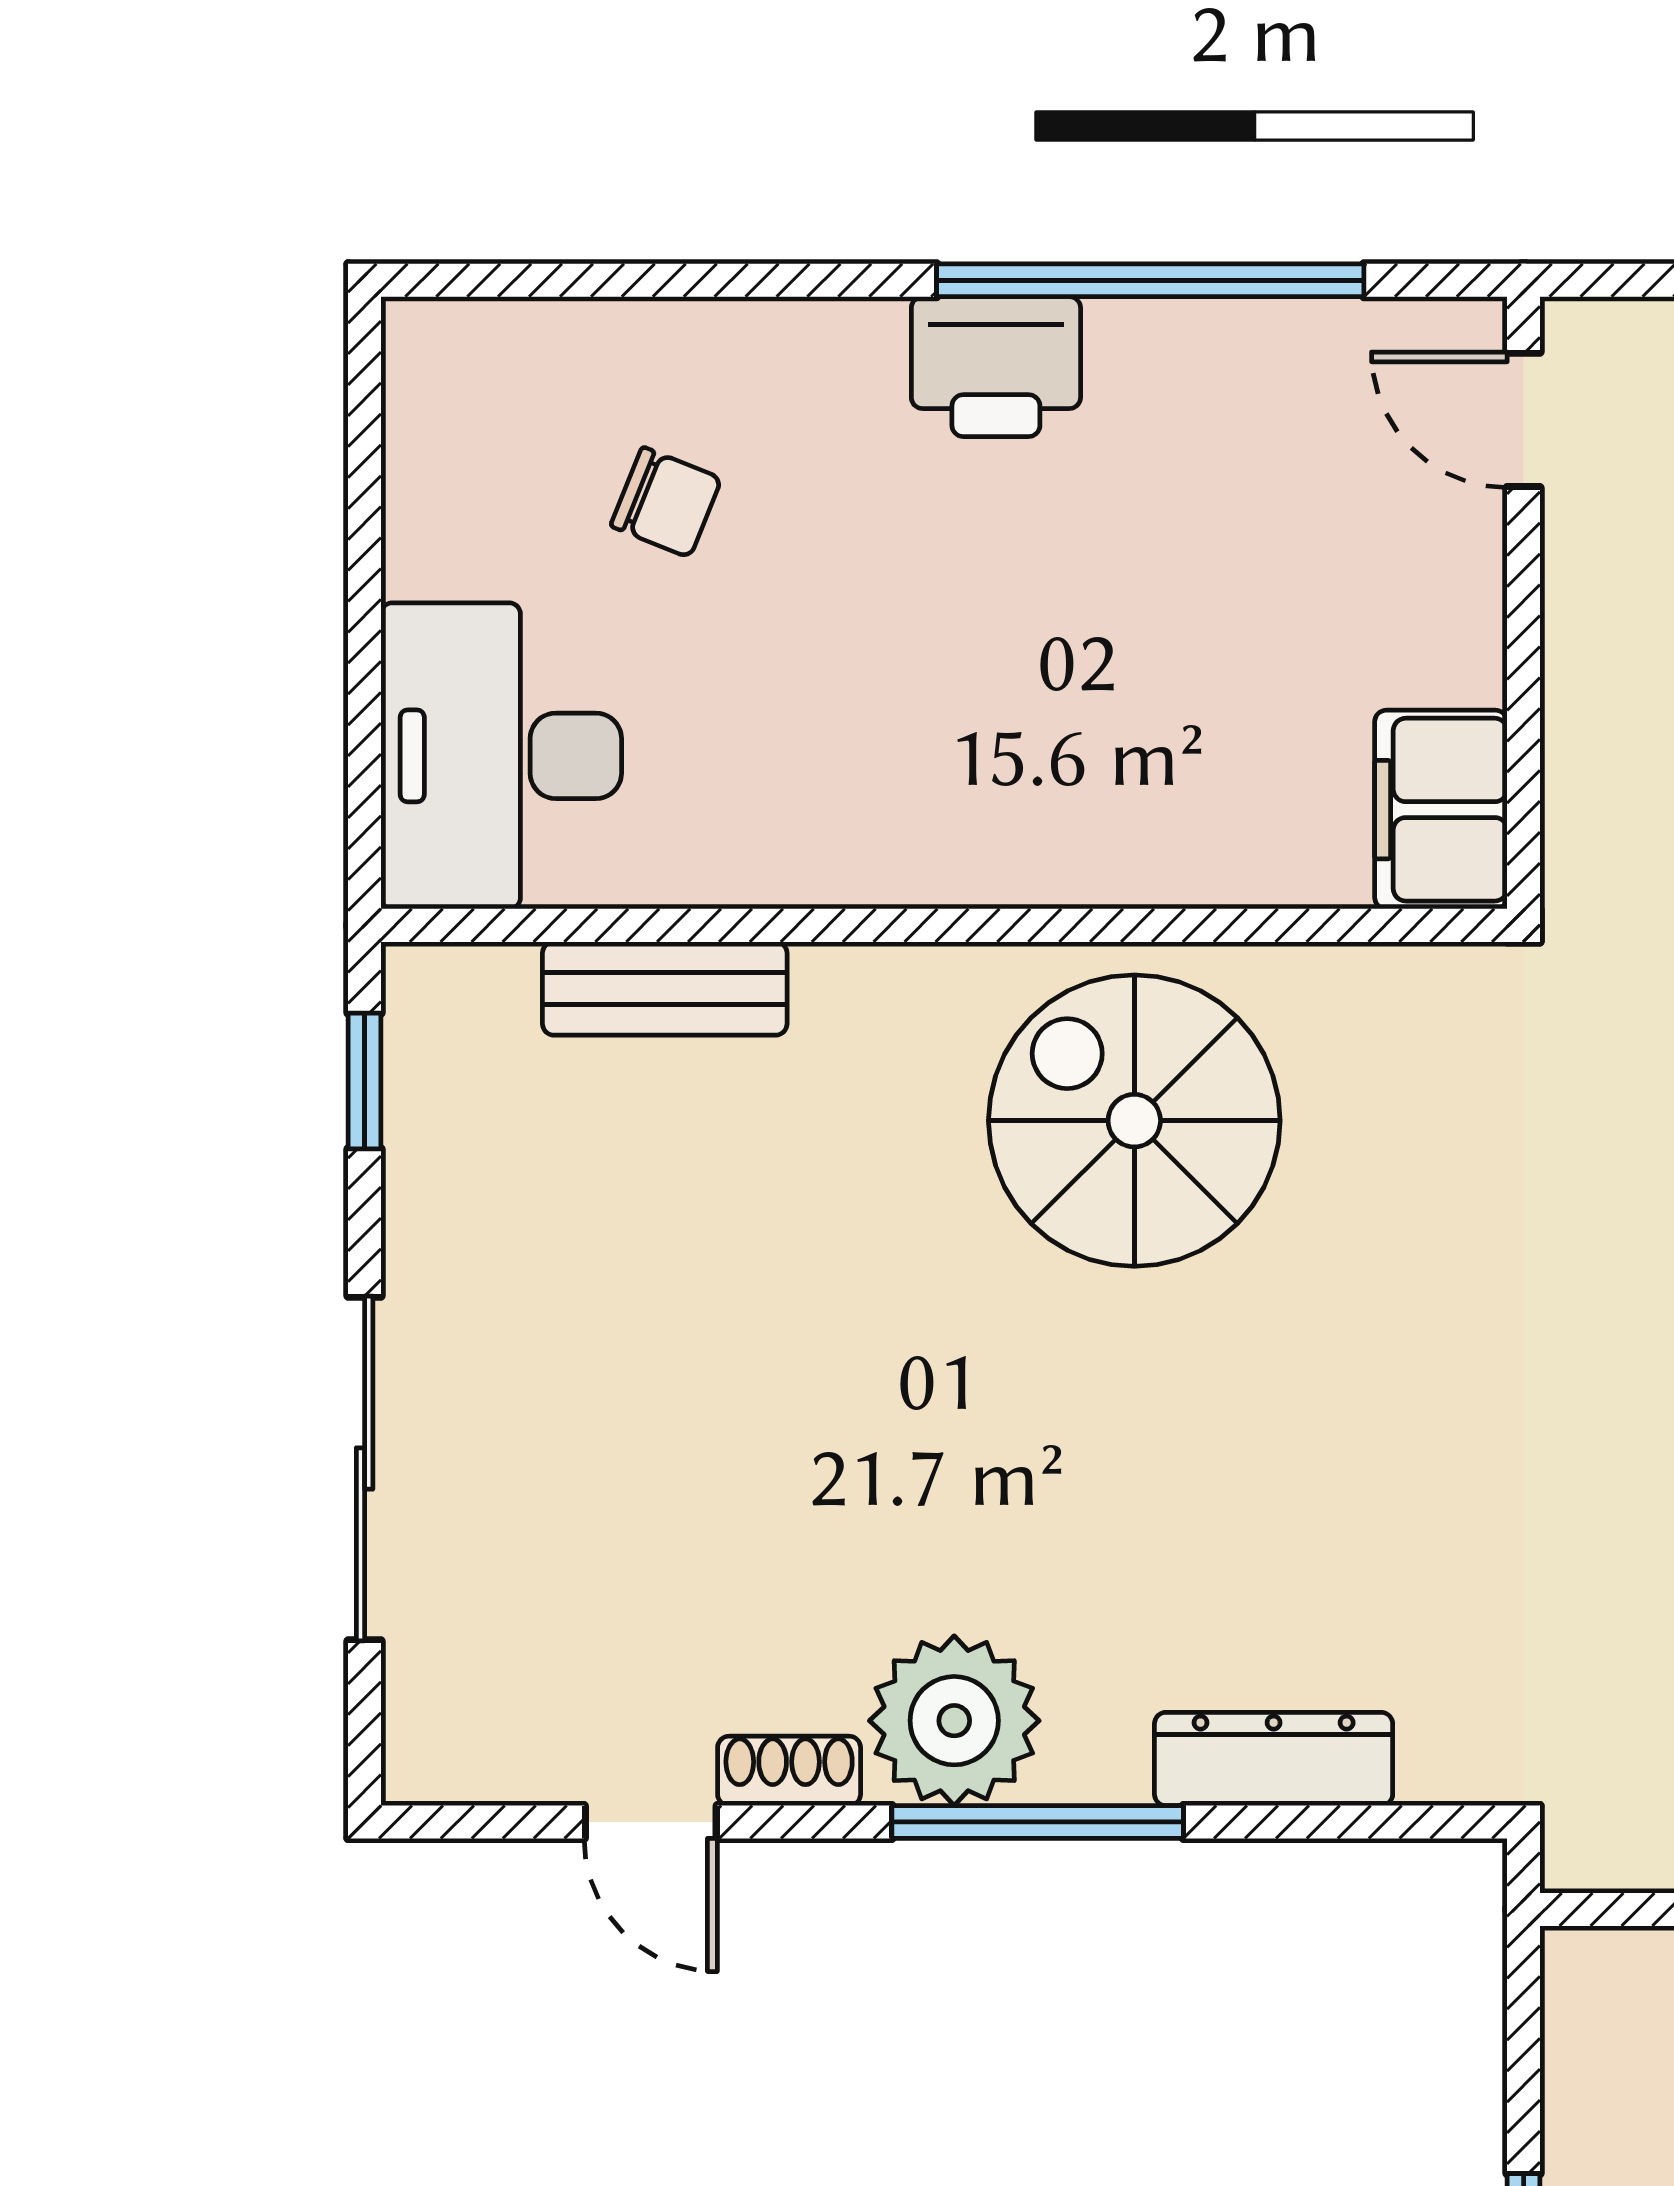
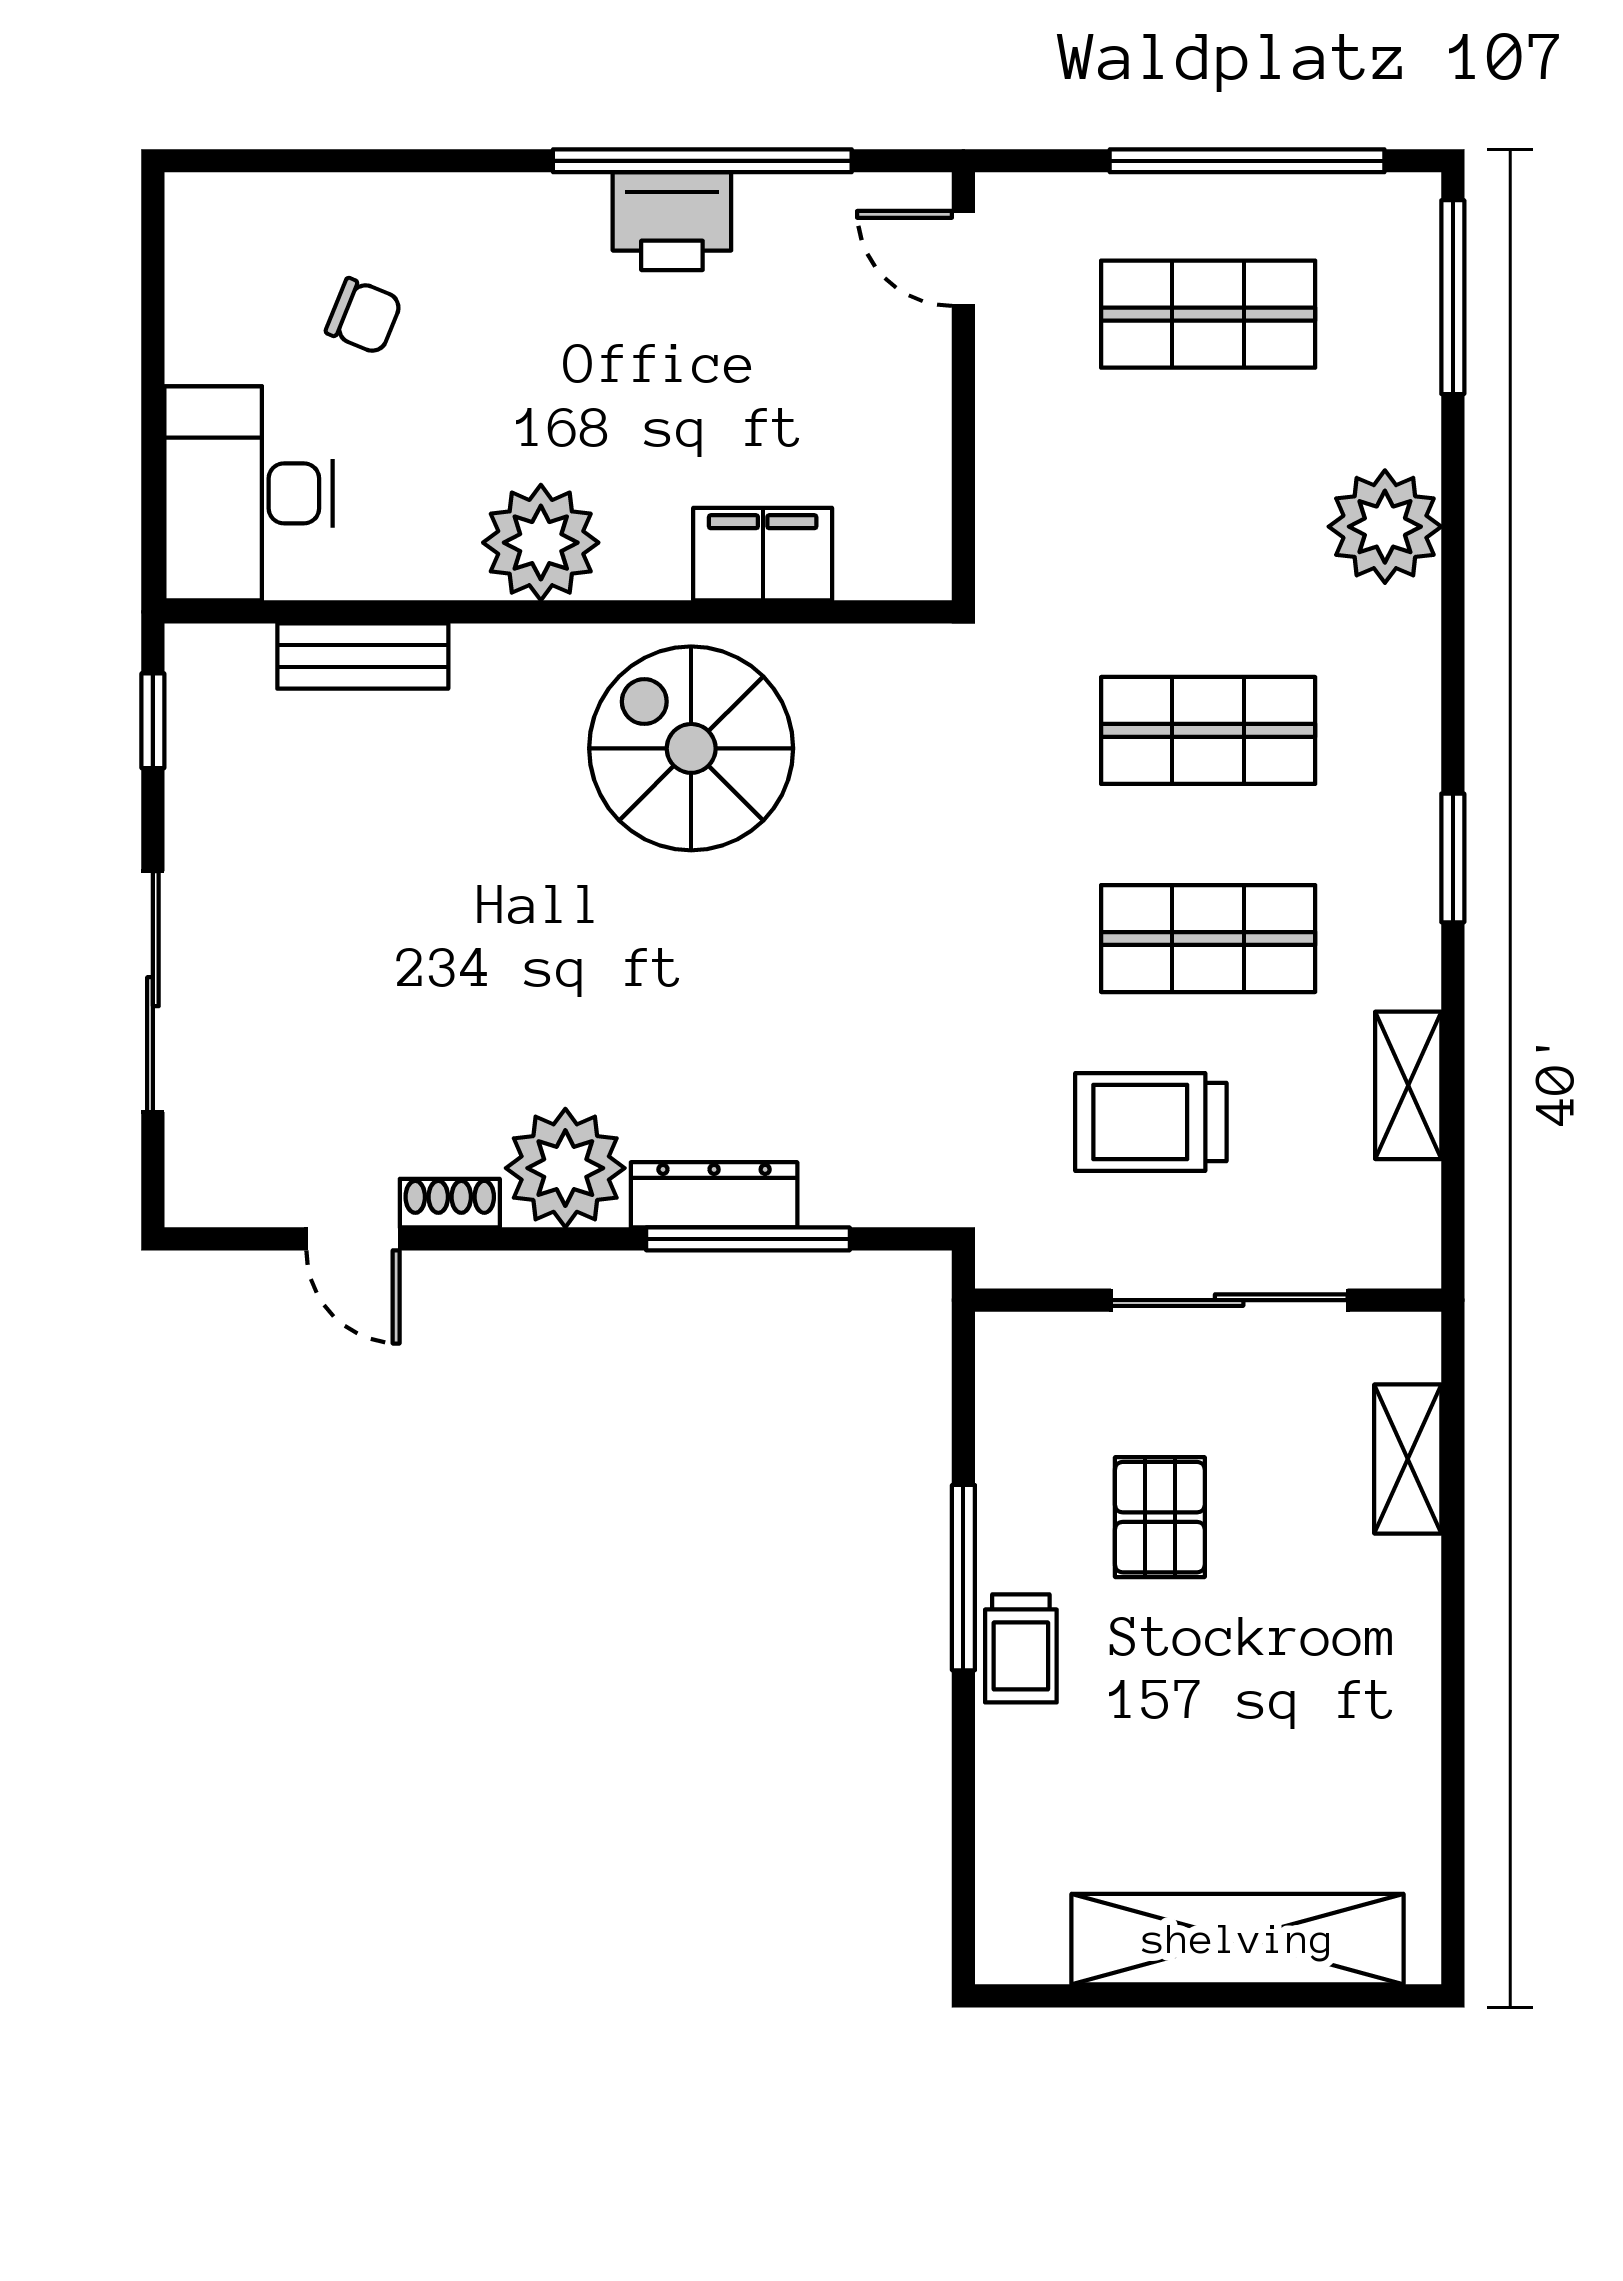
printer: (996, 367) -> (672, 221), moved
filing cabinet: (1441, 810) -> (763, 554), moved, turned 90
plant: (919, 826) -> (541, 543), added
dresser: (1274, 1759) -> (714, 1195), moved
window: (1038, 1822) -> (748, 1239), moved

